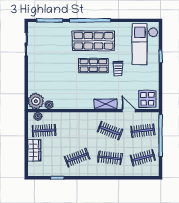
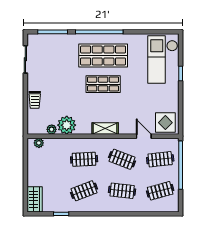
trolley: (118, 69) -> (35, 100), moved
plant: (36, 101) -> (67, 125), moved
shelving: (106, 104) -> (105, 129), moved
clothes rail: (44, 131) -> (84, 159), moved
wardrobe: (34, 150) -> (35, 199), moved

